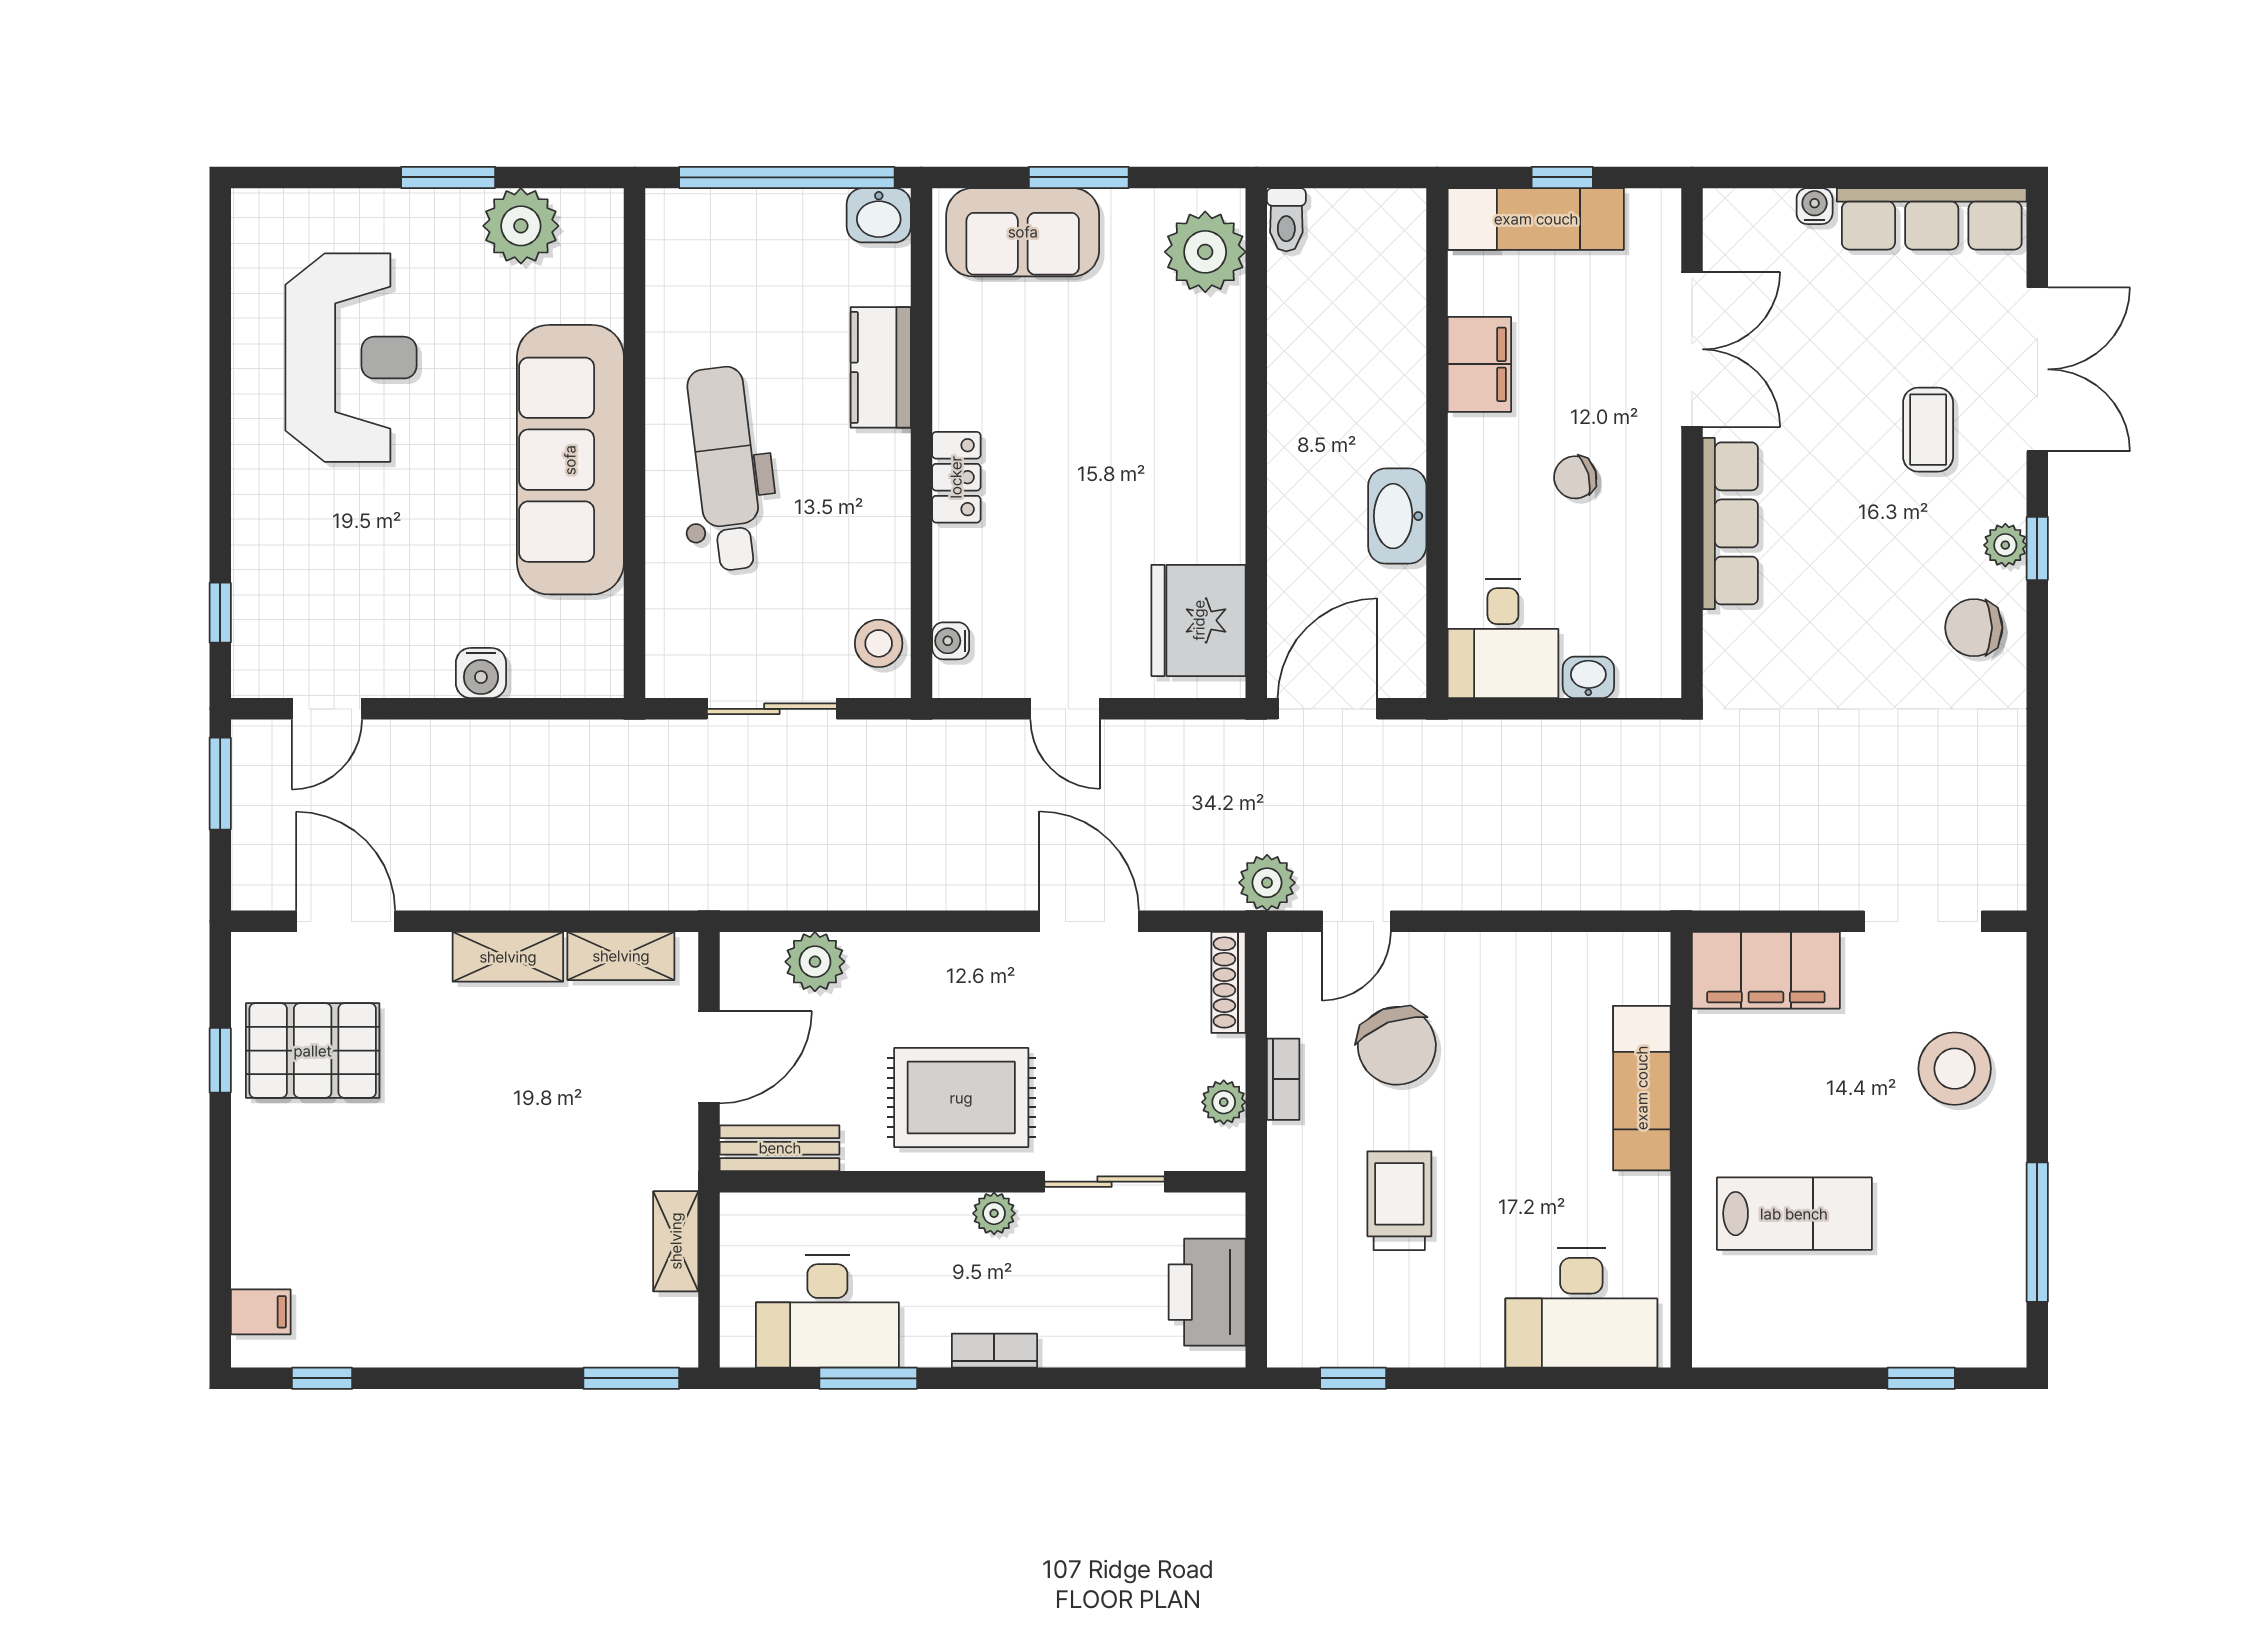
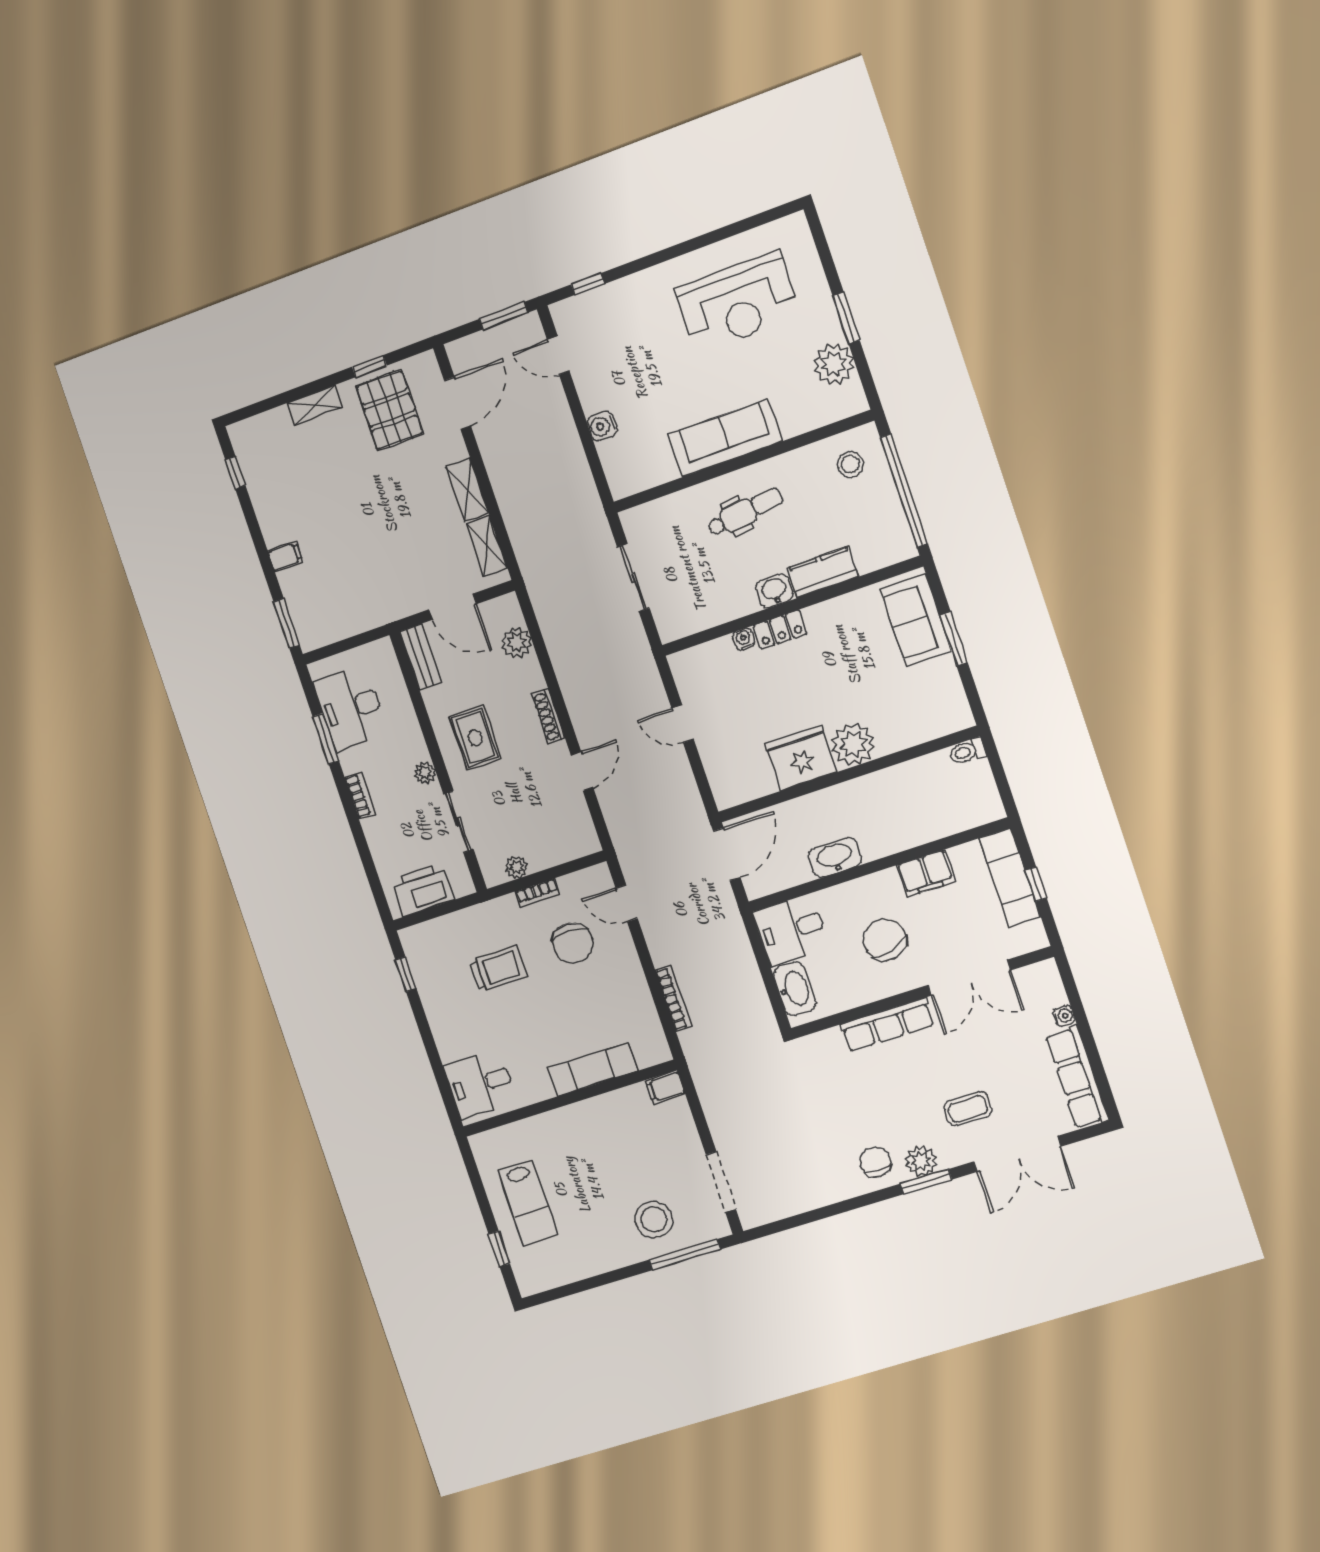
washbasin: (879, 215) -> (774, 591), moved, turned 90
plant: (1205, 252) -> (853, 744), moved
sofa: (570, 460) -> (726, 438), width x0.74, depth x0.79
dental chair: (725, 469) -> (745, 512), width x0.73, depth x0.72
chair: (1575, 477) -> (884, 940), width x1.87, depth x1.87
plant: (2005, 545) -> (921, 1161), width x1.38, depth x1.38
window: (2037, 548) -> (926, 1182), width x1.50
fridge: (1199, 620) -> (801, 758), moved
water cooler: (951, 641) -> (744, 639), moved
stool: (879, 643) -> (850, 464), moved
washbasin: (1588, 677) -> (795, 989), width x1.91, depth x1.45
door: (1065, 709) -> (683, 724), hinge flipped
door: (1328, 709) -> (727, 854), hinge flipped
plant: (1267, 883) -> (631, 853), removed
bookcase: (1558, 895) -> (673, 998), added
door: (1089, 921) -> (582, 771), width x0.73
filing cabinet: (1766, 970) -> (665, 1087), width x0.33, depth x0.86
shoe rack: (1228, 982) -> (548, 716), moved, turned -90
chair: (1397, 1046) -> (573, 943), turned -69
rug: (961, 1098) -> (475, 738), width x0.73, depth x0.70
lab bench: (1794, 1214) -> (528, 1203), moved
window: (2037, 1232) -> (685, 1255), moved
shelving: (676, 1241) -> (315, 405), moved
desk: (1581, 1308) -> (480, 1084), width x0.73
filing cabinet: (261, 1312) -> (285, 556), moved, turned -90

